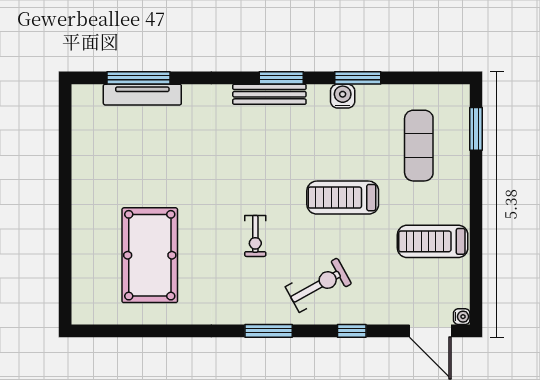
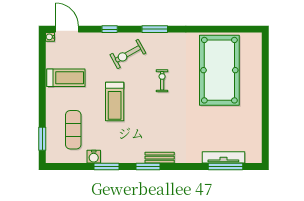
bench: (269, 94) -> (160, 158), width x0.73
water cooler: (343, 96) -> (94, 157), moved
treadmill: (343, 198) -> (115, 102), turned 90
pool table: (150, 255) -> (219, 70), width x1.36, depth x1.32

